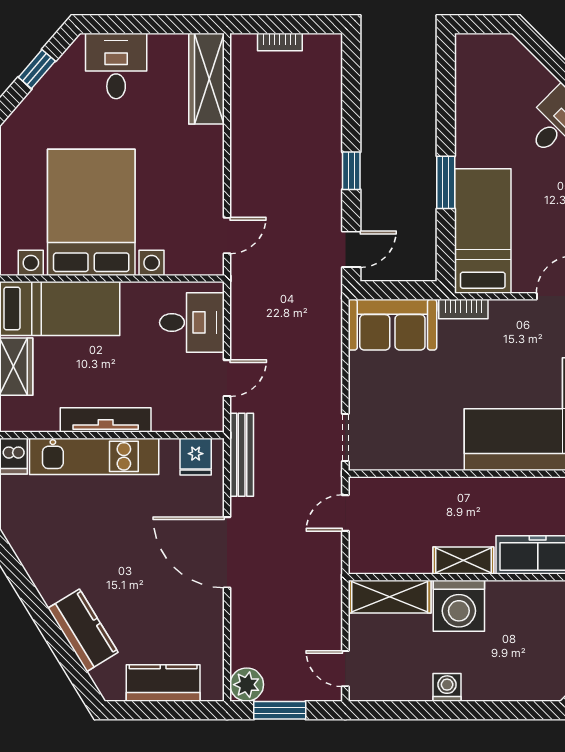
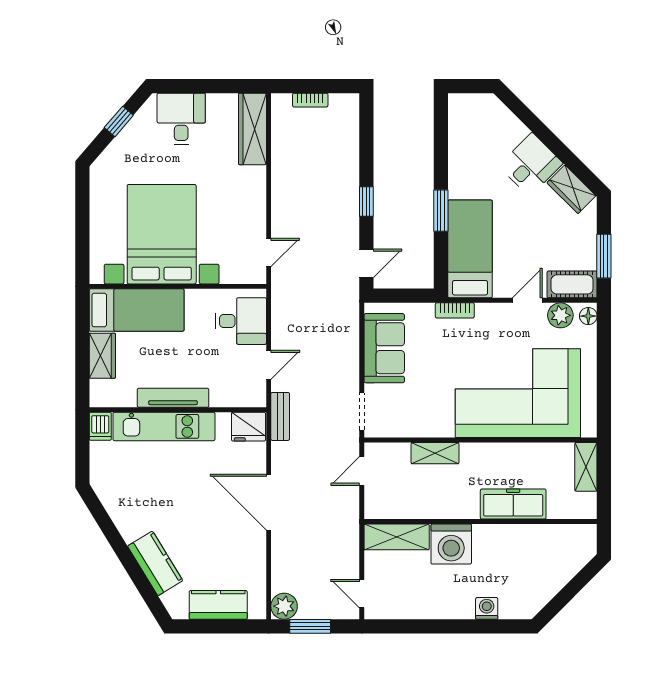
sofa: (392, 325) -> (384, 348), moved, turned -90
bench: (242, 455) -> (280, 416), width x0.73
fridge: (196, 457) -> (249, 427), width x1.38
shelving: (463, 561) -> (435, 453), moved
washing machine: (447, 687) -> (487, 608), moved

